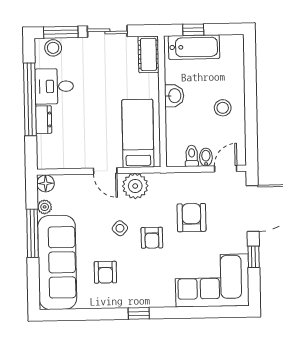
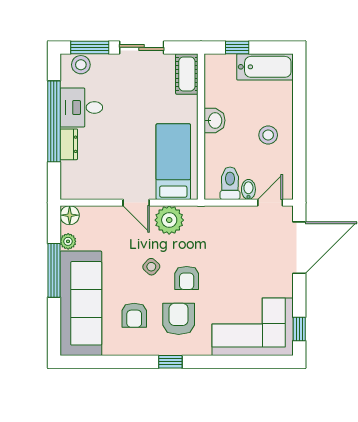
bathtub: (194, 47) -> (265, 67), moved
toilet: (192, 156) -> (230, 183), width x1.37, depth x1.39
armchair: (191, 218) -> (179, 319), moved
window: (254, 257) -> (299, 329), moved

